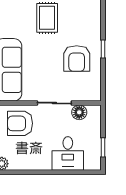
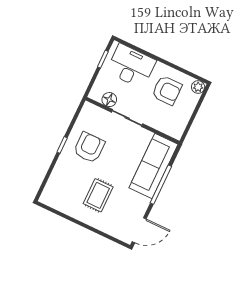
armchair: (20, 123) -> (167, 90), moved
desk: (68, 153) -> (131, 66), width x1.37

